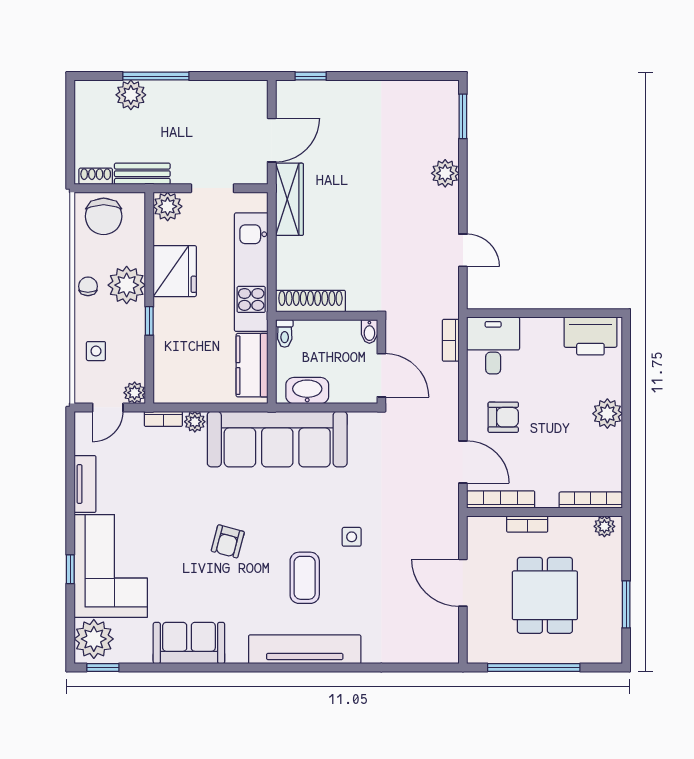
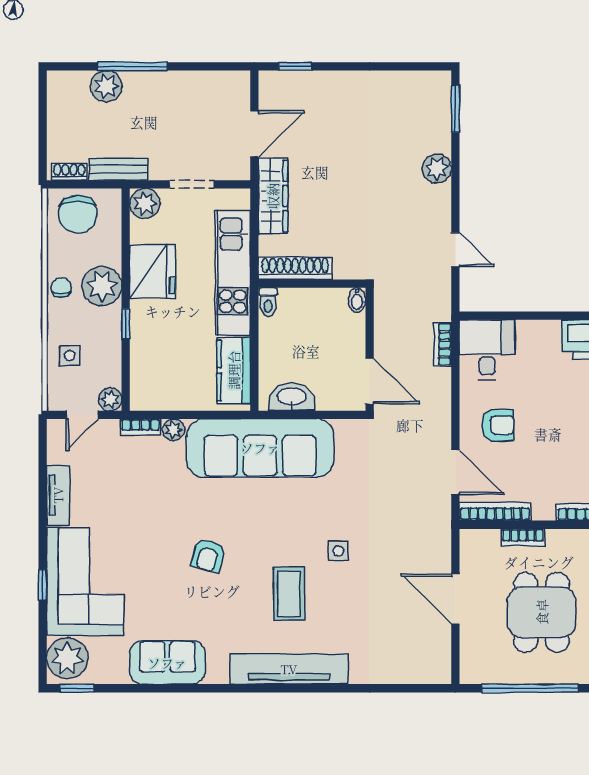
shoe rack: (310, 301) -> (295, 268), moved
wall: (327, 316) -> (312, 284), moved
bidet: (369, 331) -> (357, 300), moved
toilet: (285, 333) -> (268, 302), moved

